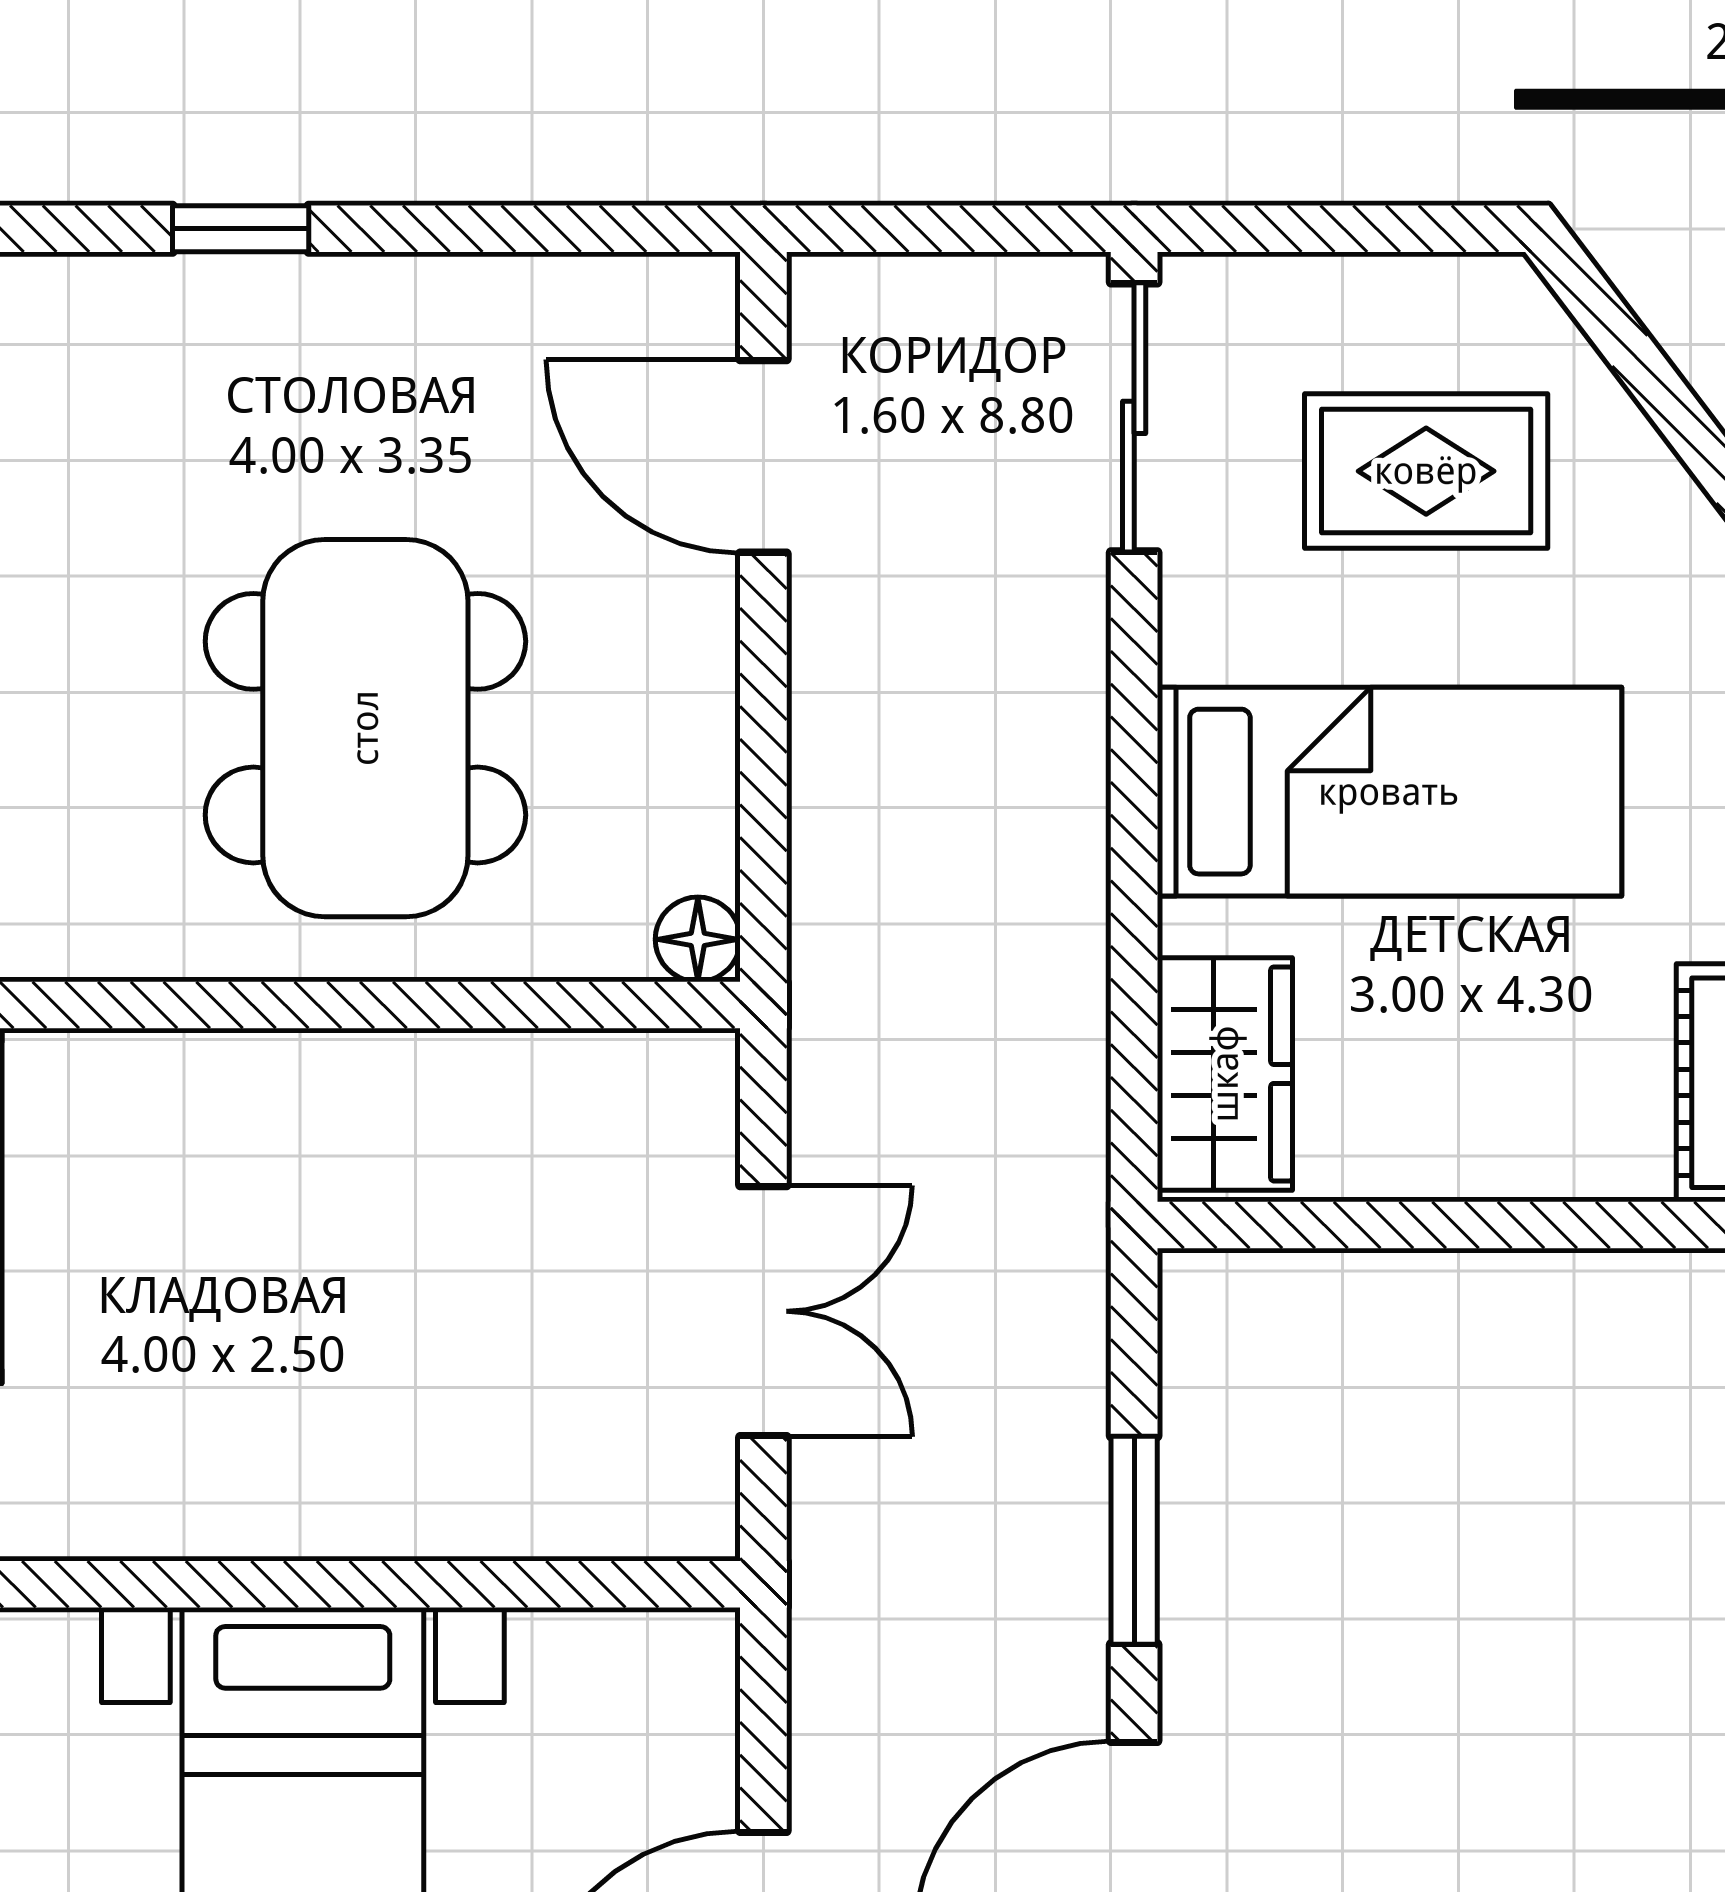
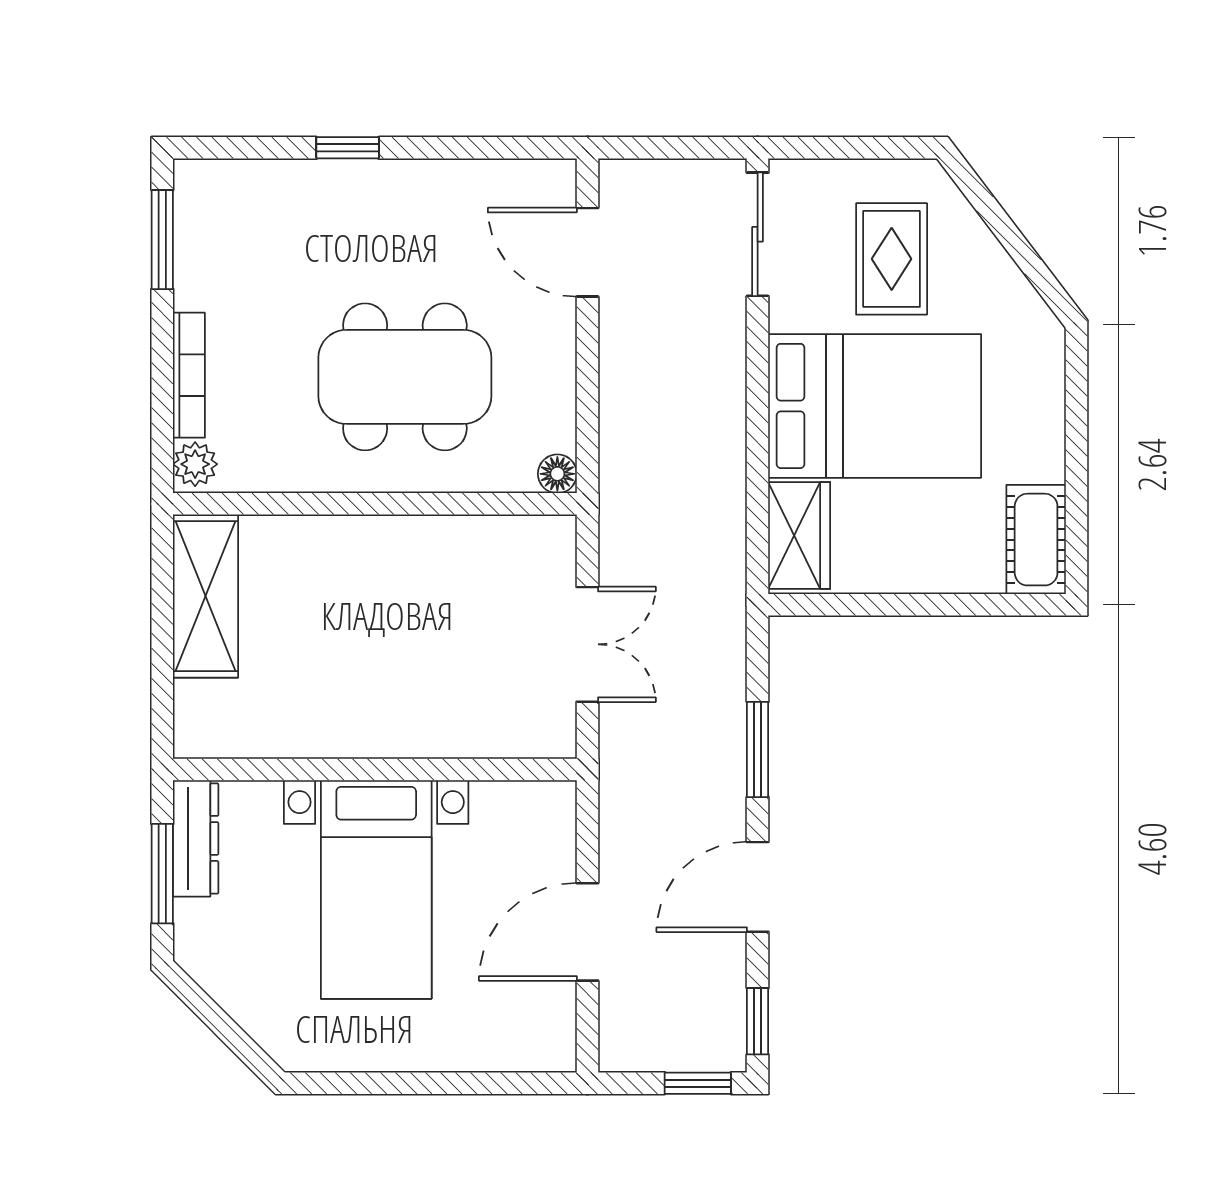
rug: (1426, 471) -> (892, 259), turned 90
dining table: (365, 728) -> (405, 377), turned 90
bed: (1389, 792) -> (875, 406), width x1.50

